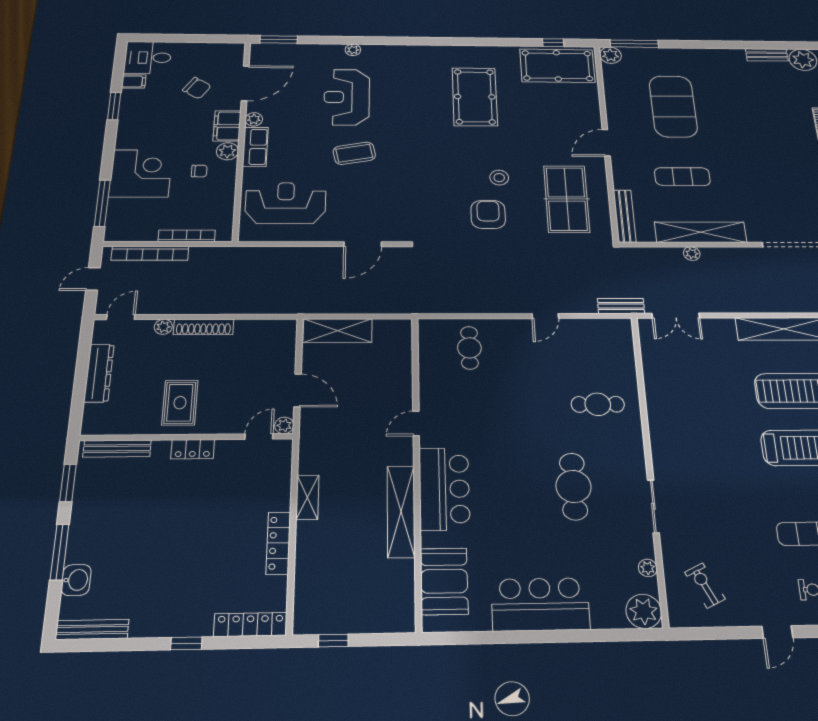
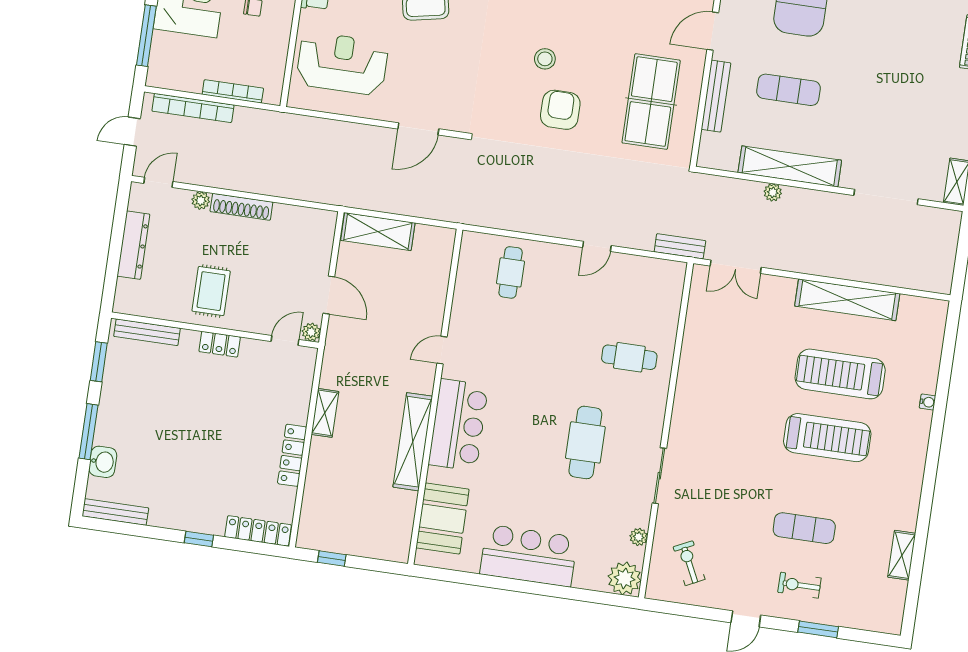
stool: (499, 178) -> (545, 59), moved
bench: (625, 216) -> (716, 96), moved

